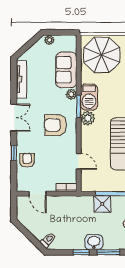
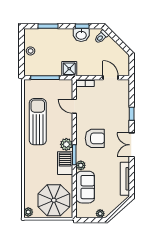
armchair: (27, 160) -> (120, 107), removed
shower: (102, 204) -> (69, 69), moved
washbasin: (94, 242) -> (81, 35), moved
window: (81, 252) -> (82, 26), moved

